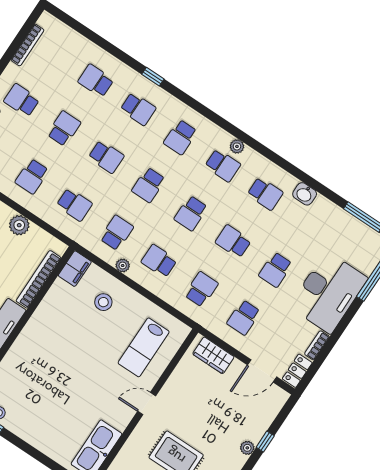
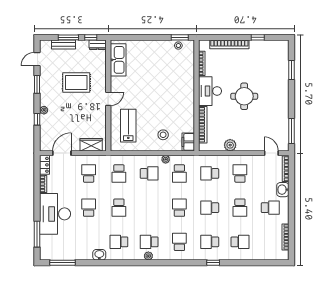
school desk: (191, 213) -> (149, 208), removed
school desk: (233, 241) -> (119, 208), turned 90

